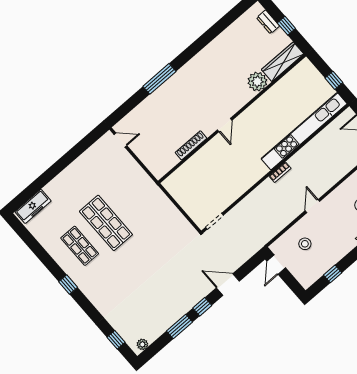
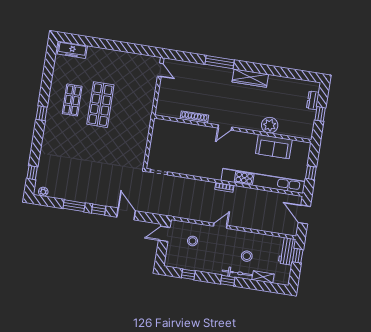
wardrobe: (283, 62) -> (250, 78), moved, turned 180
sofa: (281, 94) -> (274, 147), added

